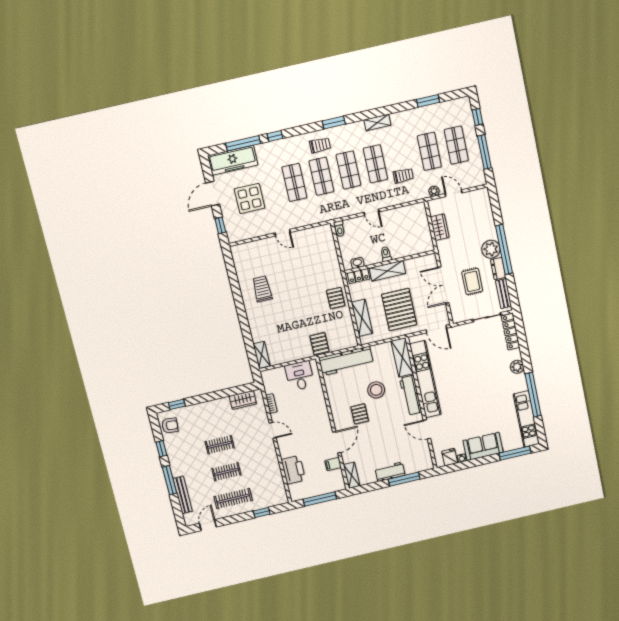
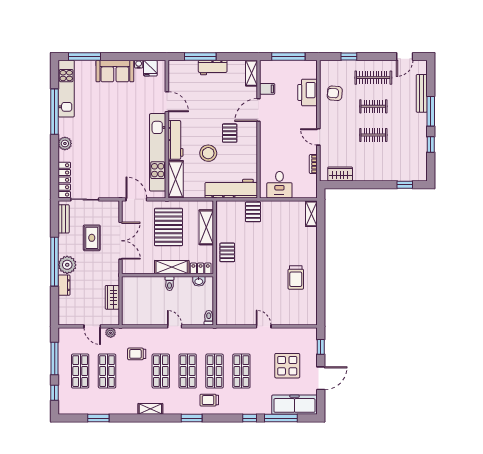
dresser: (498, 269) -> (64, 285), moved
armchair: (170, 426) -> (335, 93), moved

